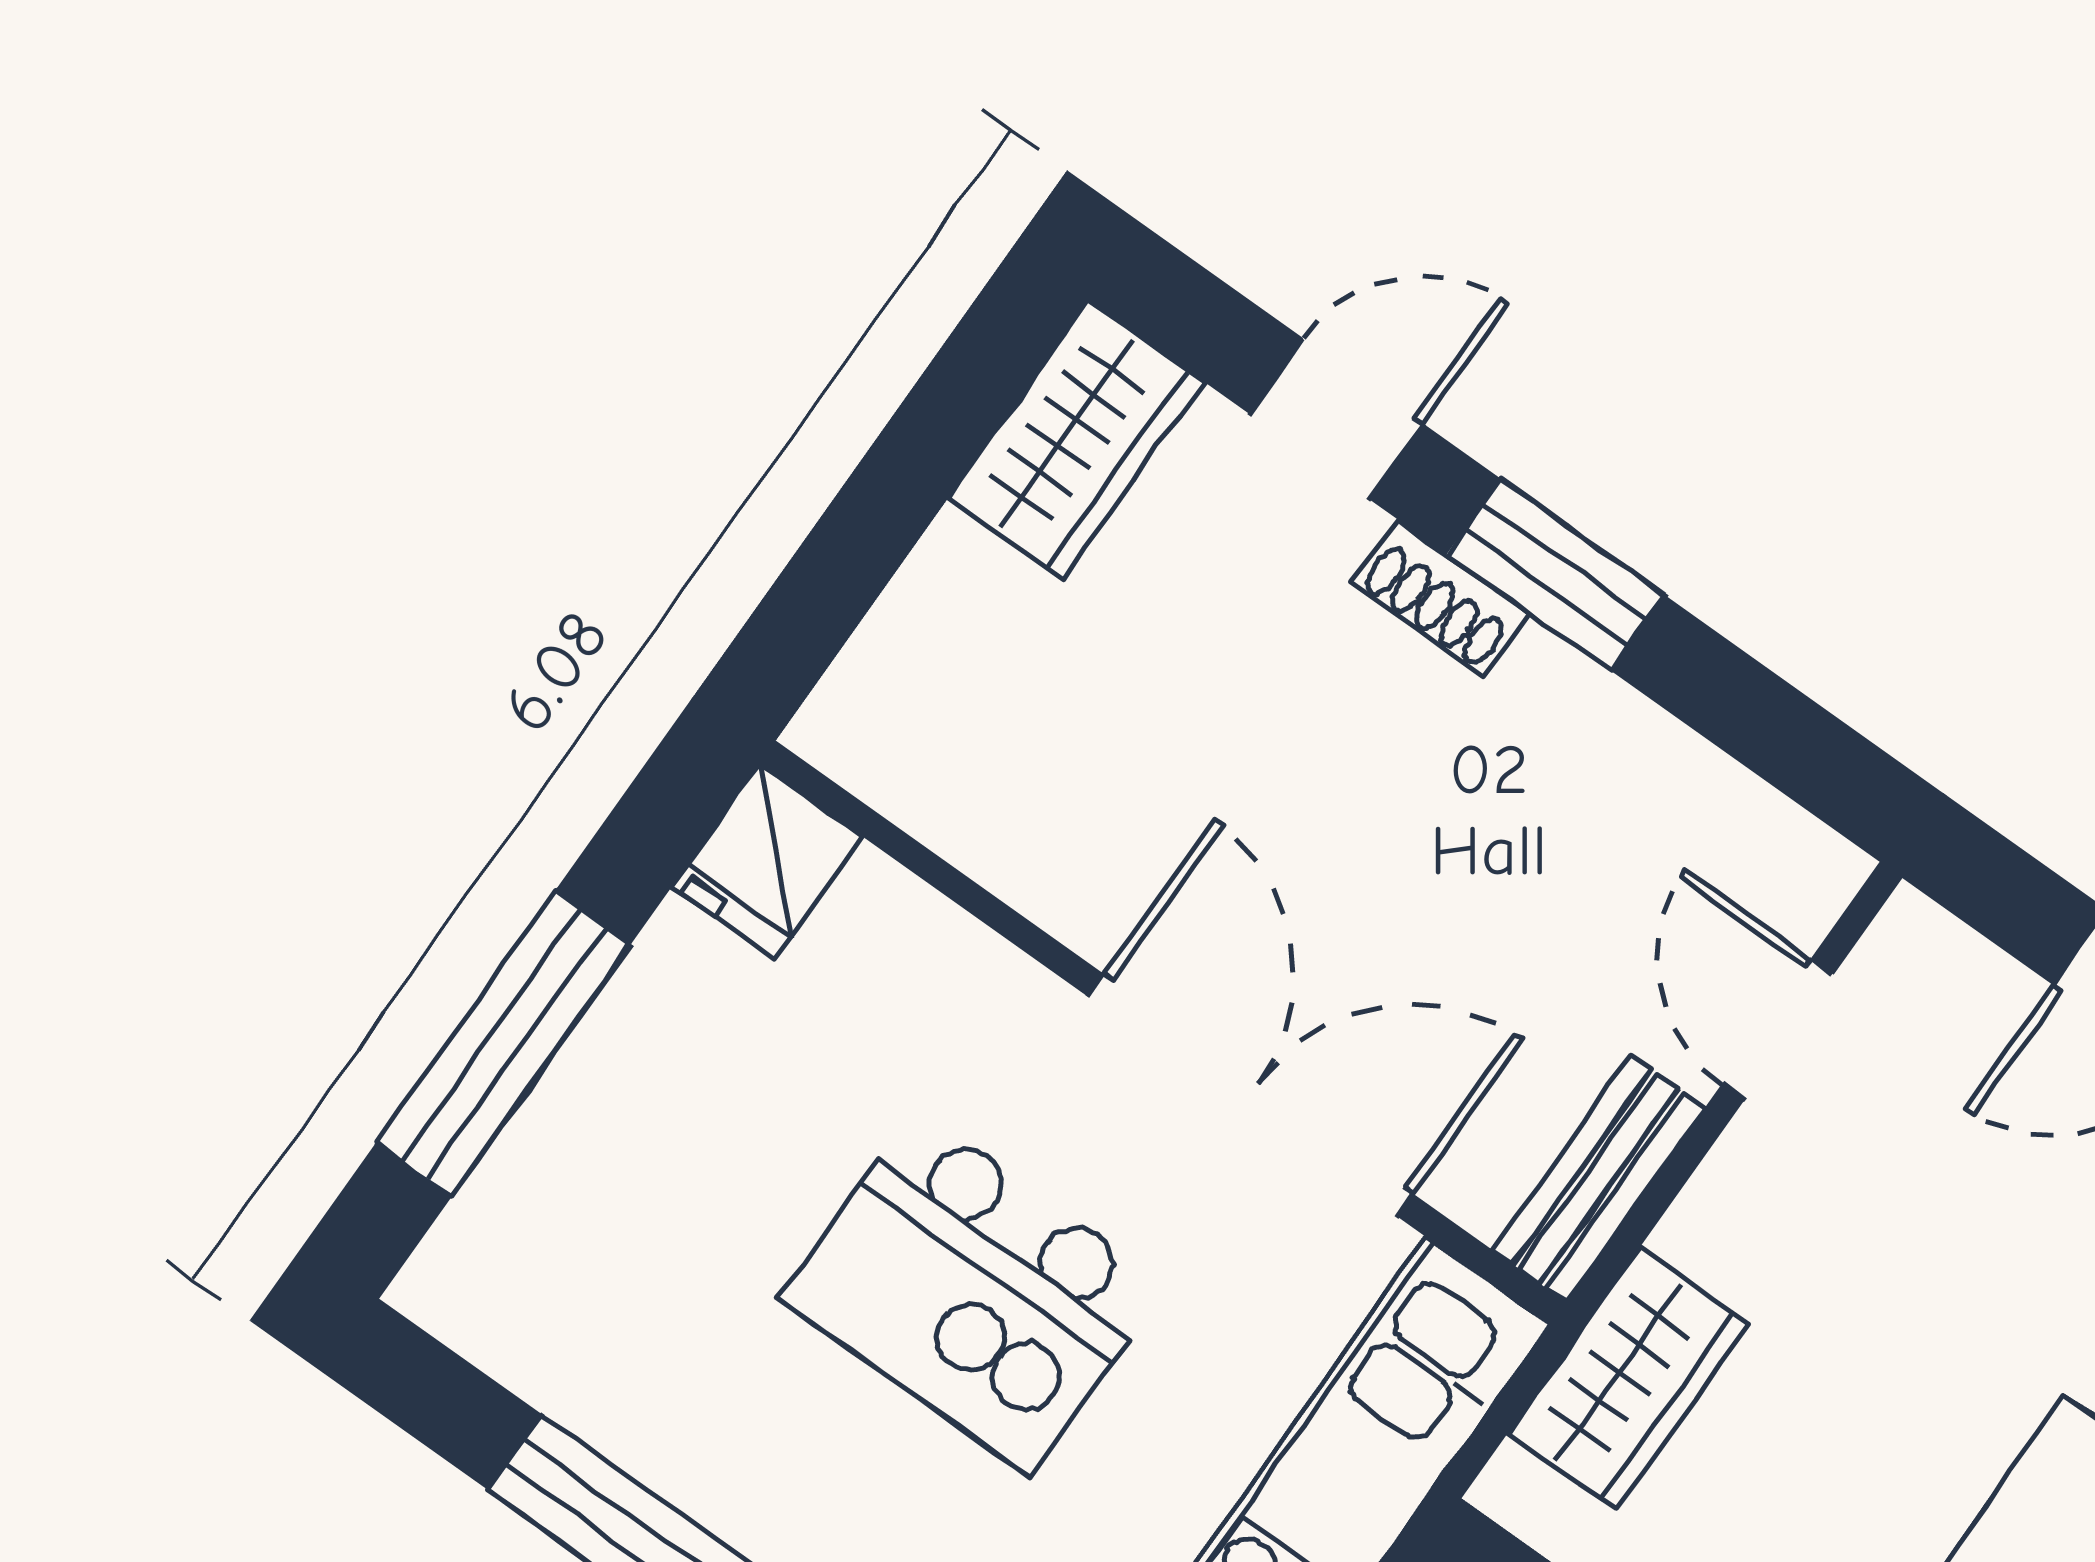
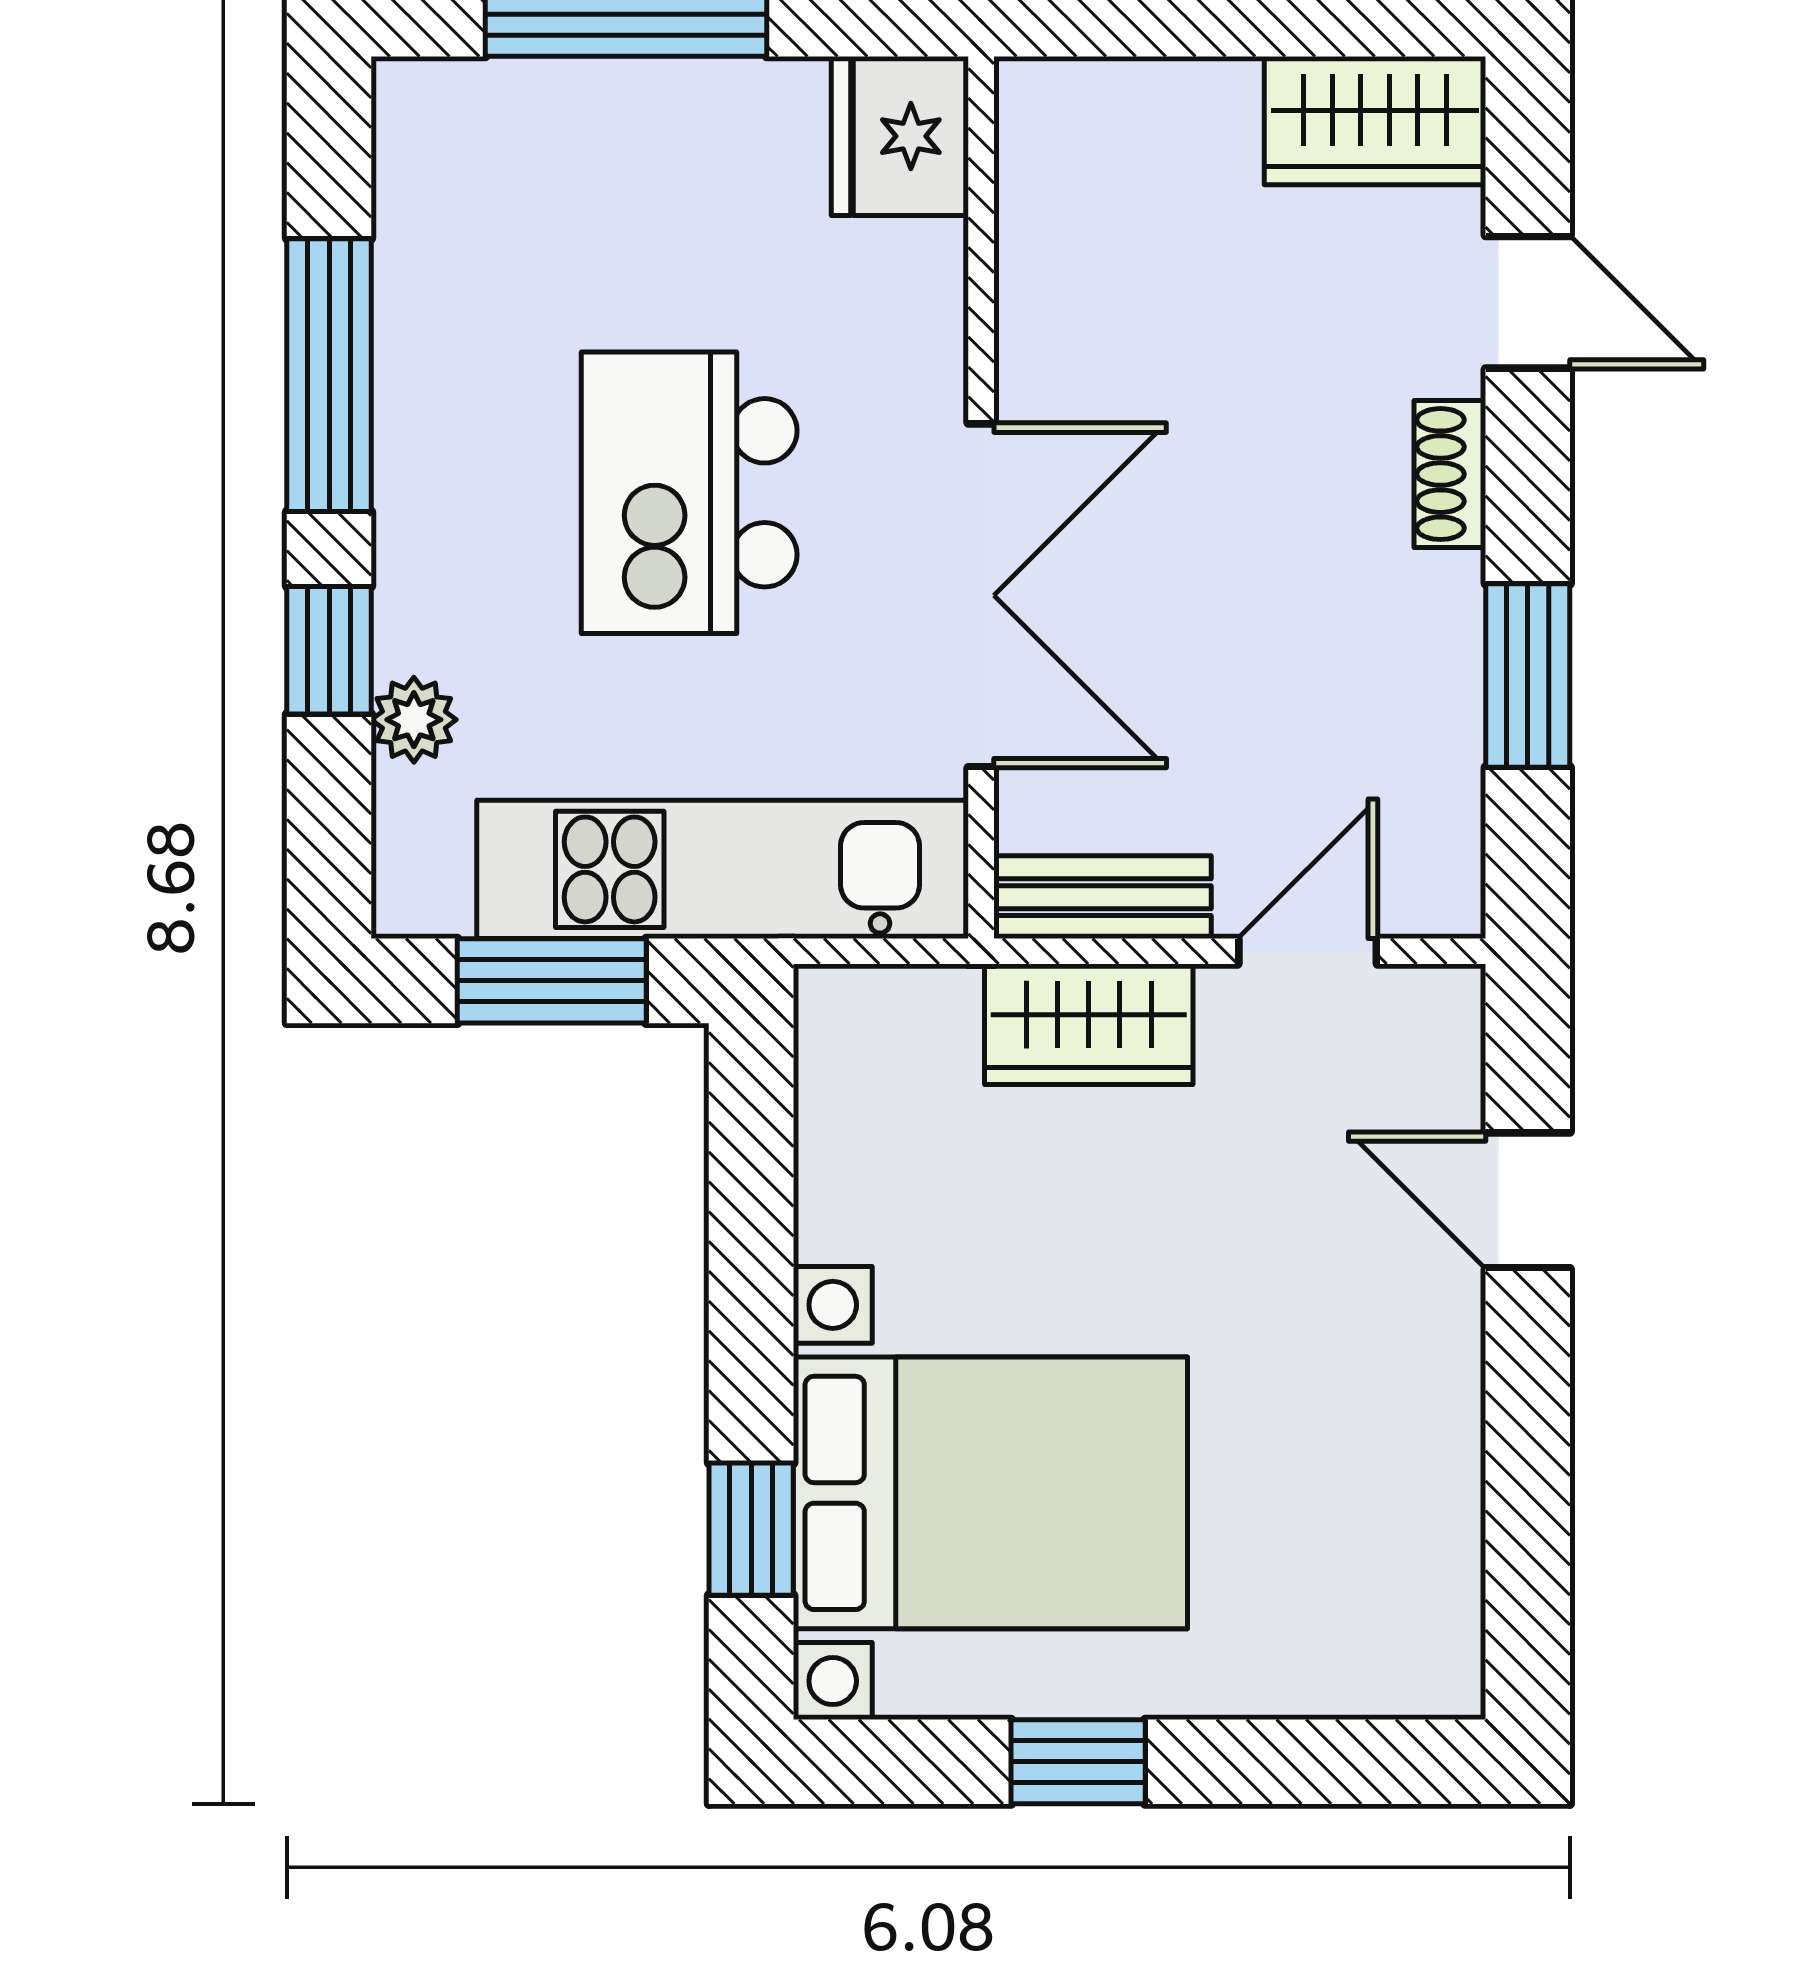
window: (1556, 575) -> (1528, 676), moved
fridge: (767, 861) -> (900, 136), width x1.38
wardrobe: (1628, 1379) -> (1089, 1024), moved

